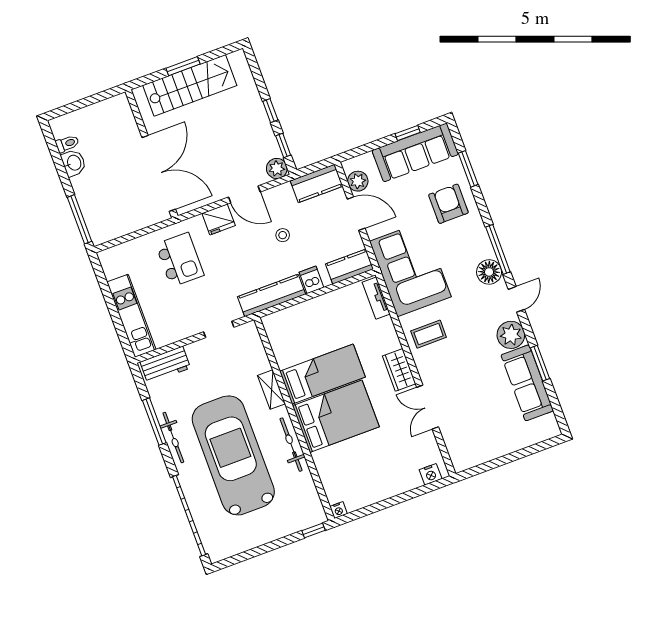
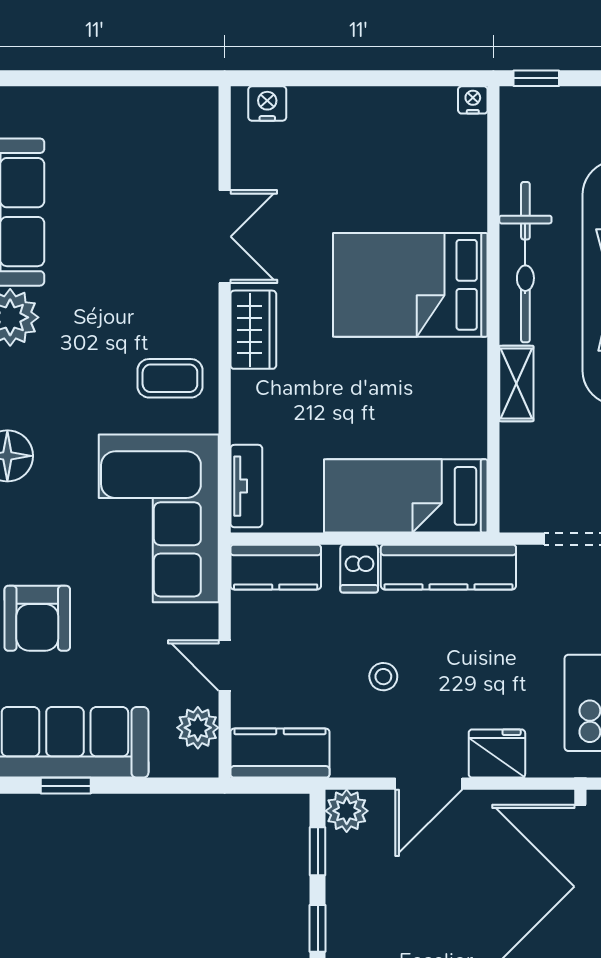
door: (244, 194) -> (429, 784), swing flipped
door: (356, 214) -> (225, 665), width x0.73
bed: (323, 374) -> (406, 496), moved
bicycle: (291, 445) -> (525, 262), width x1.37, depth x1.40

